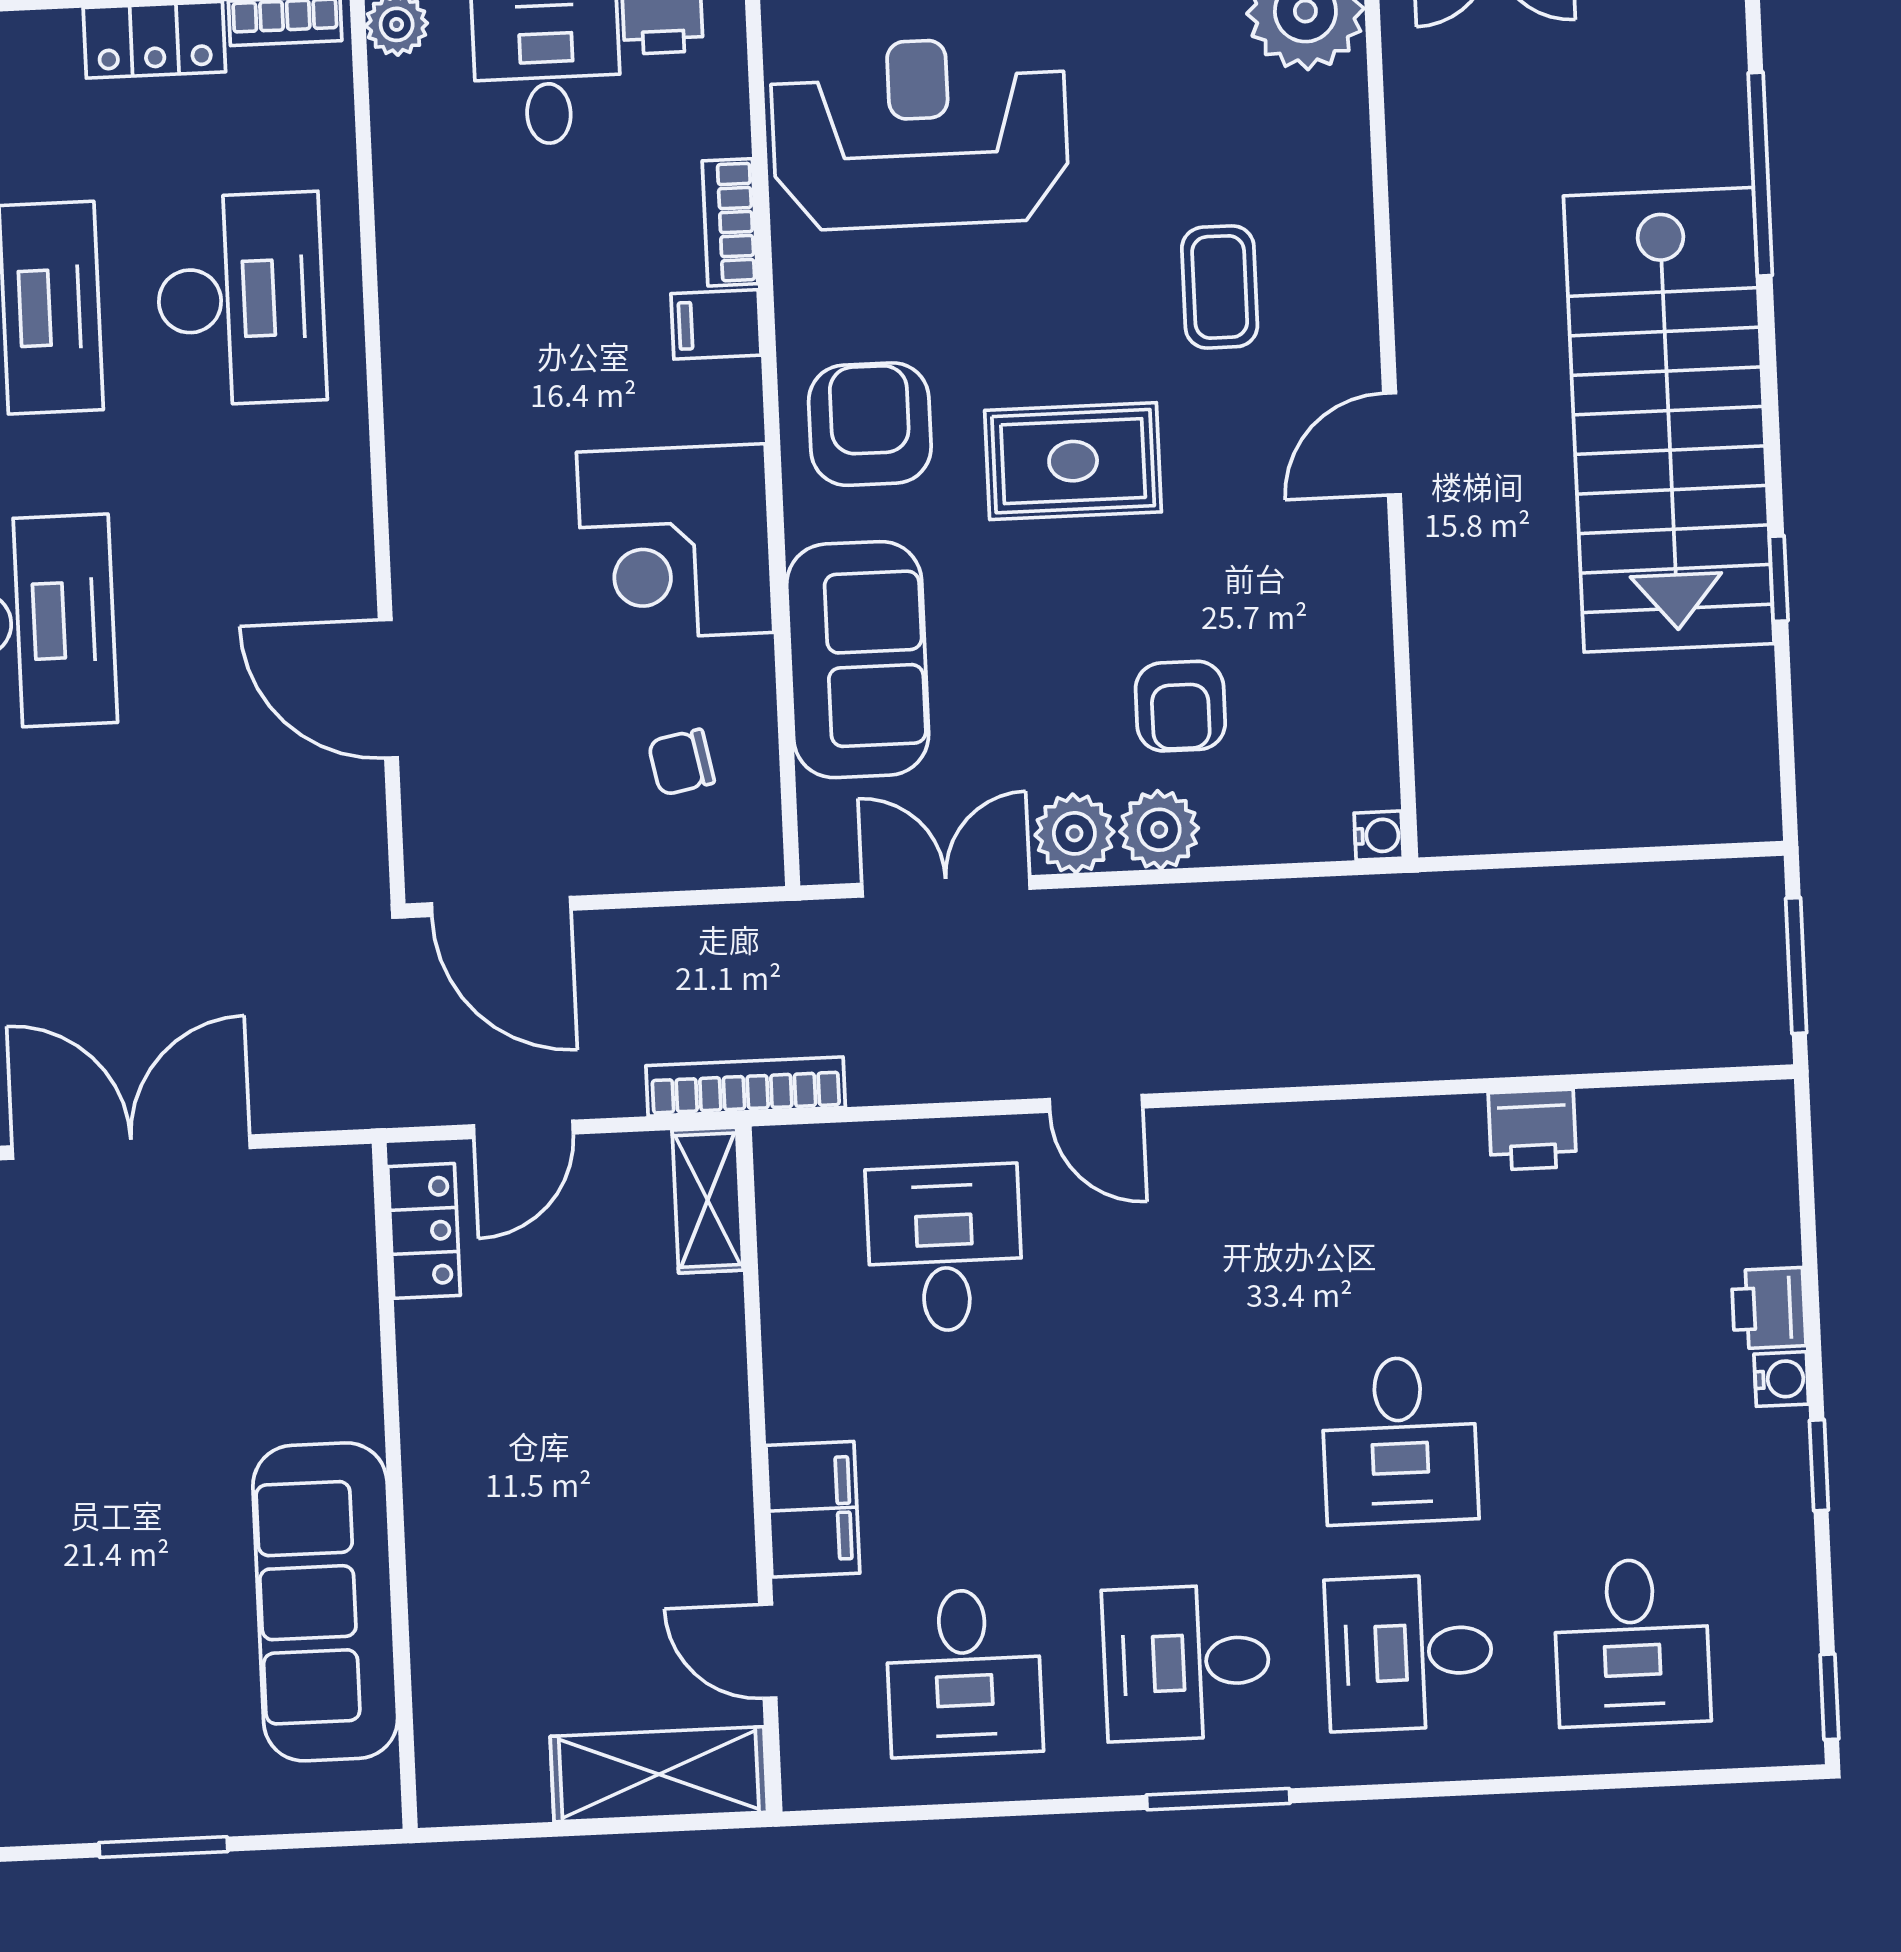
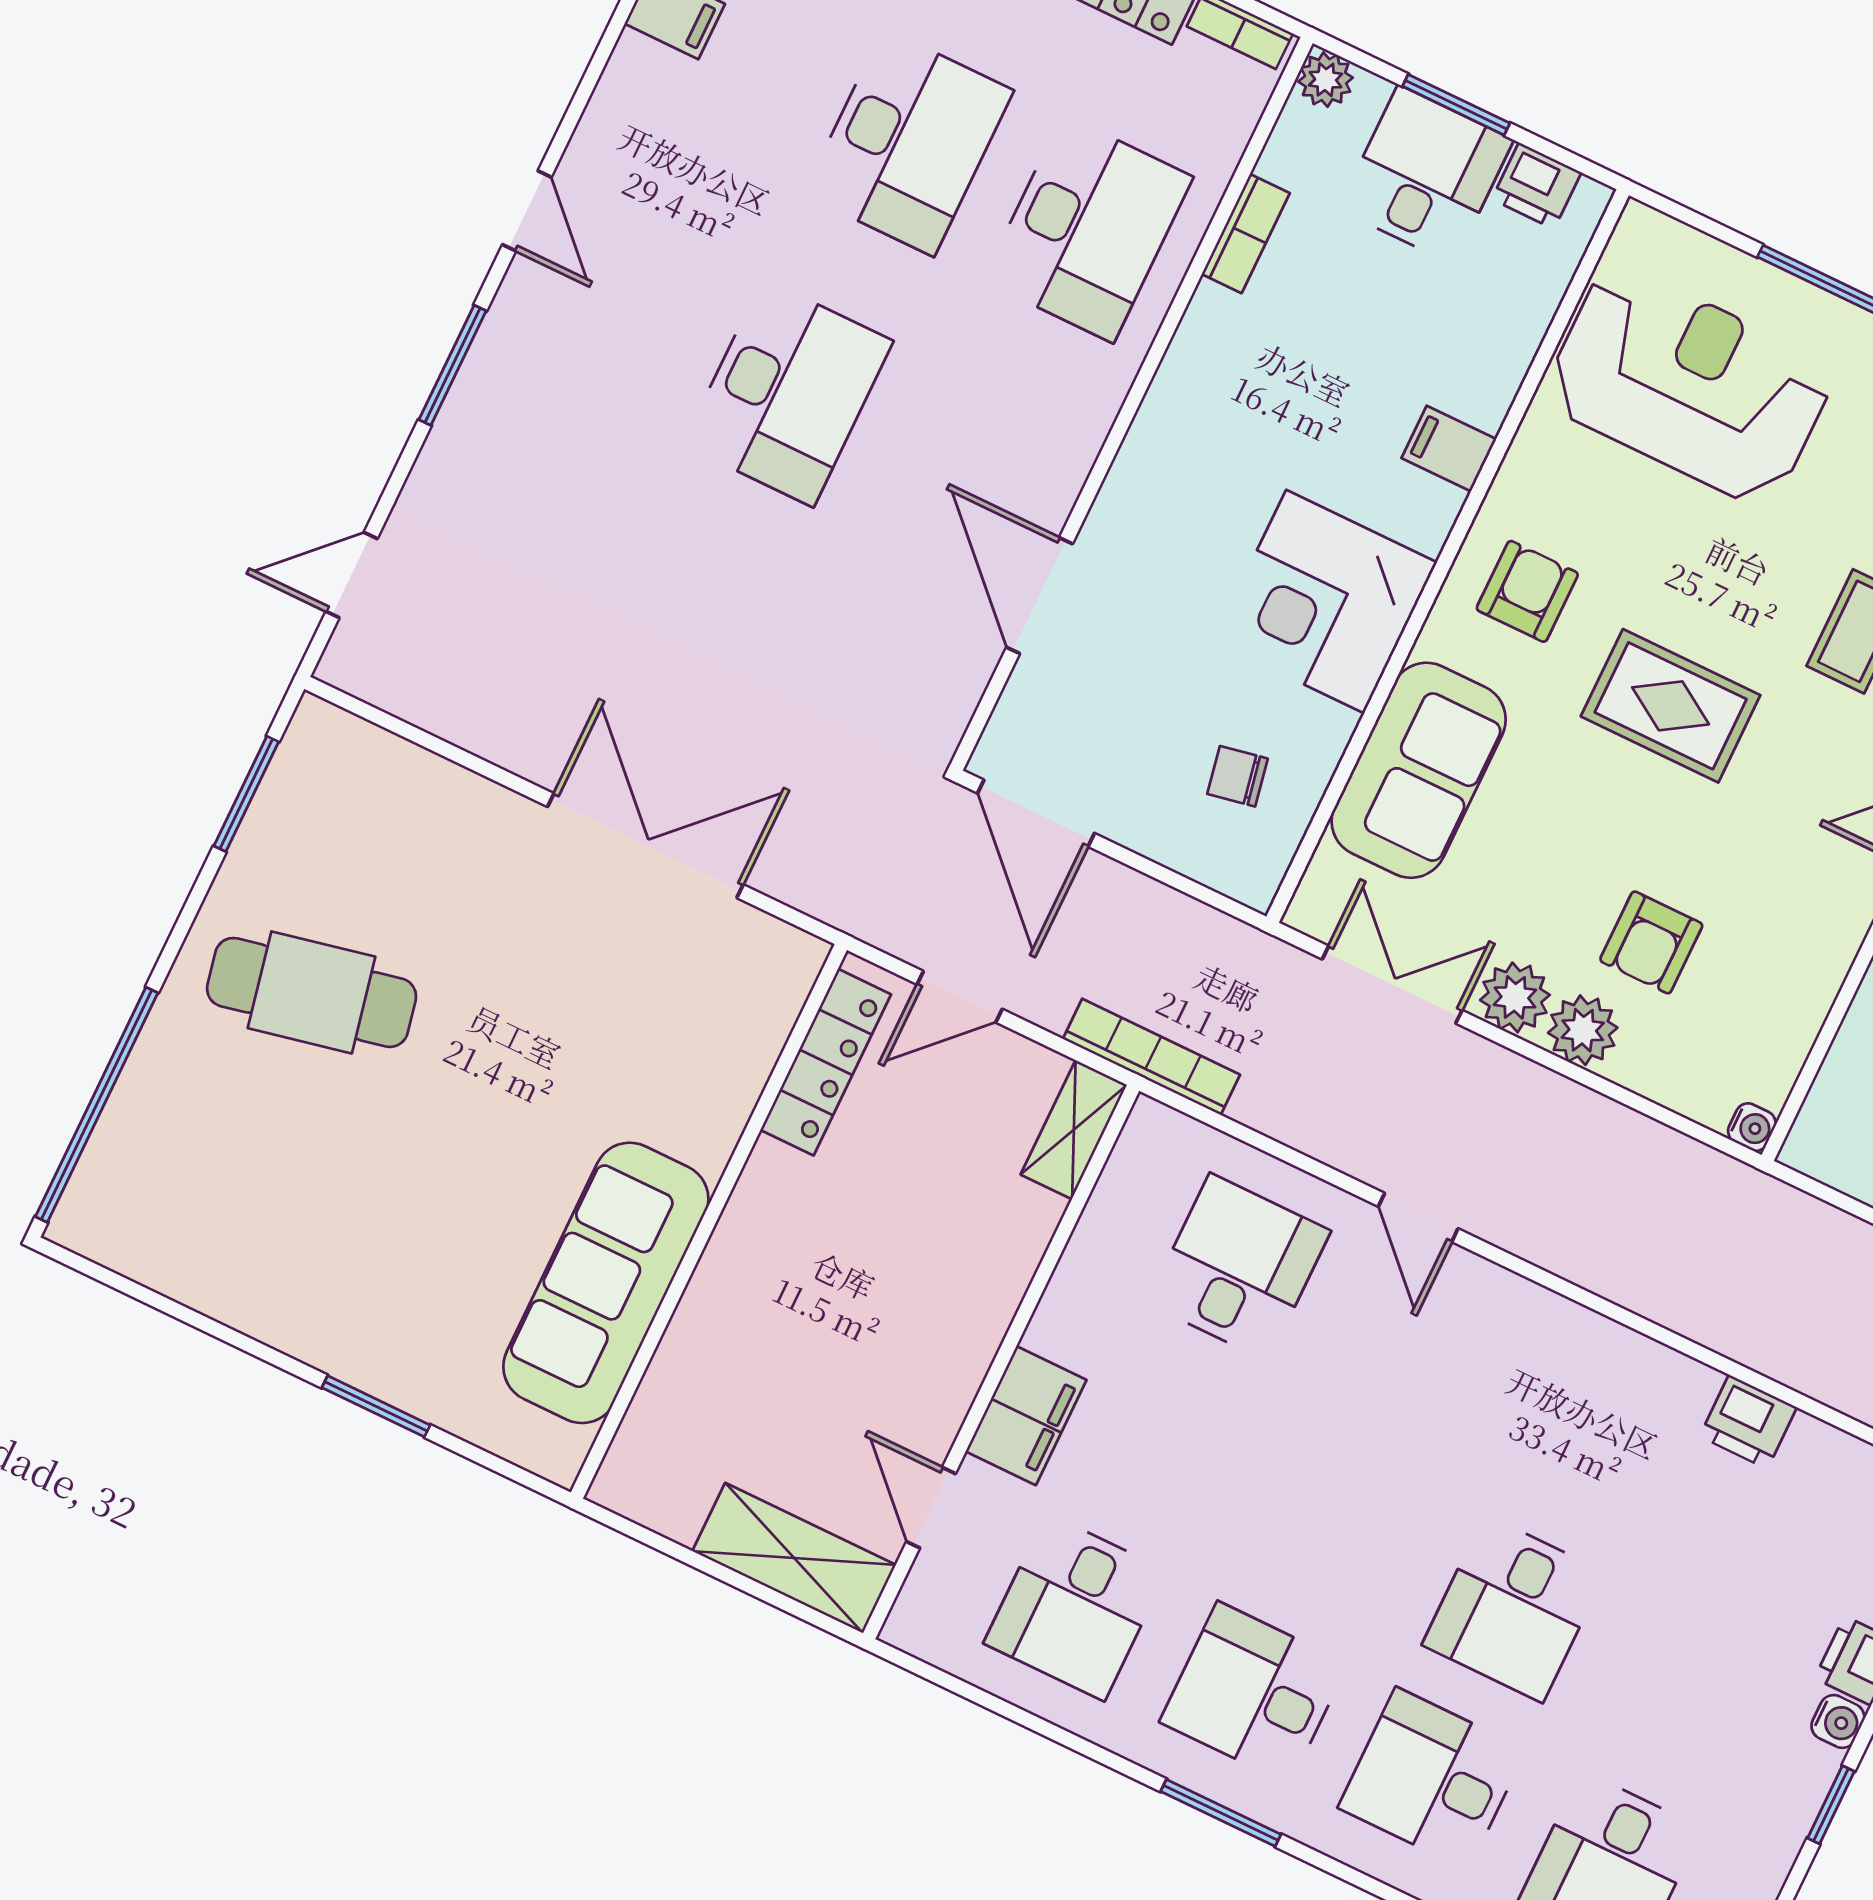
bookcase: (730, 222) -> (1246, 234), moved, turned 180
armchair: (870, 424) -> (1527, 591), width x0.72, depth x0.72
locker: (424, 1231) -> (826, 1062), width x1.53

